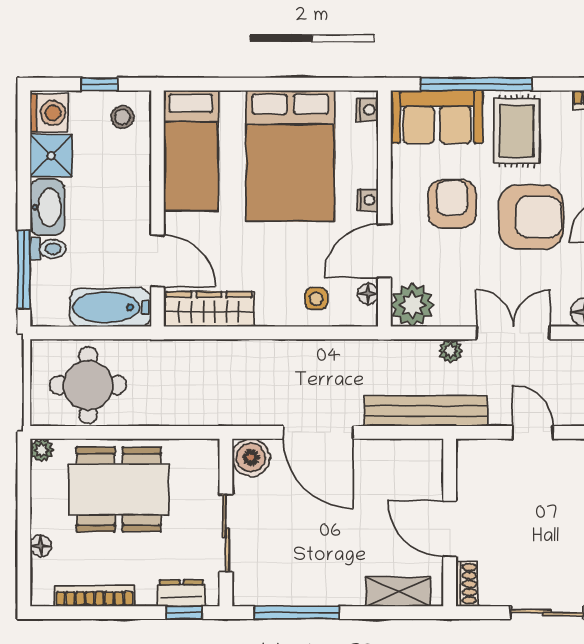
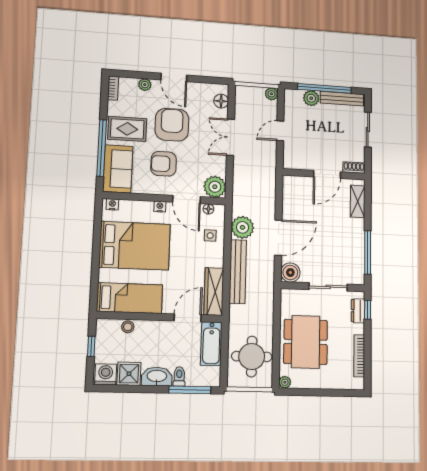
stool: (122, 117) -> (128, 327), moved
plant: (451, 351) -> (242, 227), moved, width x1.88, depth x1.88
bench: (426, 411) -> (238, 272), moved
floor lamp: (41, 546) -> (334, 384), removed

